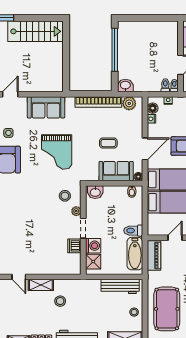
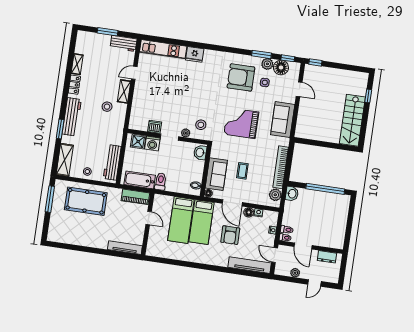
floor lamp: (153, 108) -> (249, 212), moved

